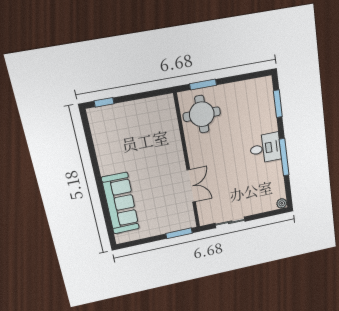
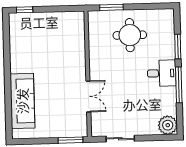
window: (278, 104) -> (178, 47), moved
round table: (202, 114) -> (130, 35), moved
plant: (282, 203) -> (168, 125), width x1.88, depth x1.88

